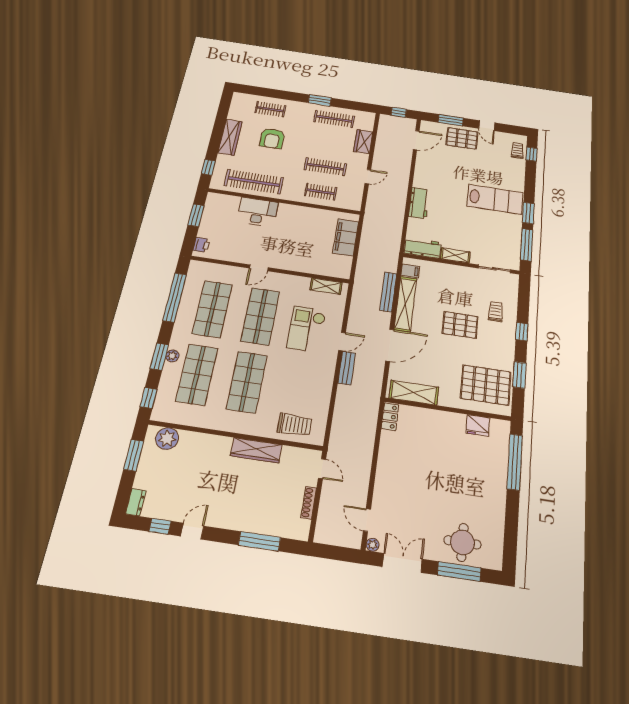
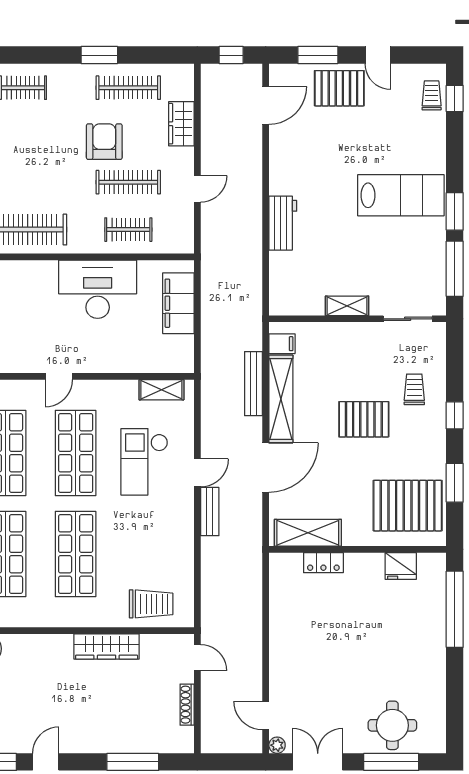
armchair: (272, 138) -> (104, 142), moved, turned 180
desk: (257, 212) -> (98, 289), moved, width x1.36, depth x1.30
workbench: (423, 248) -> (297, 302), removed
locker: (390, 417) -> (323, 563), moved, turned 90

